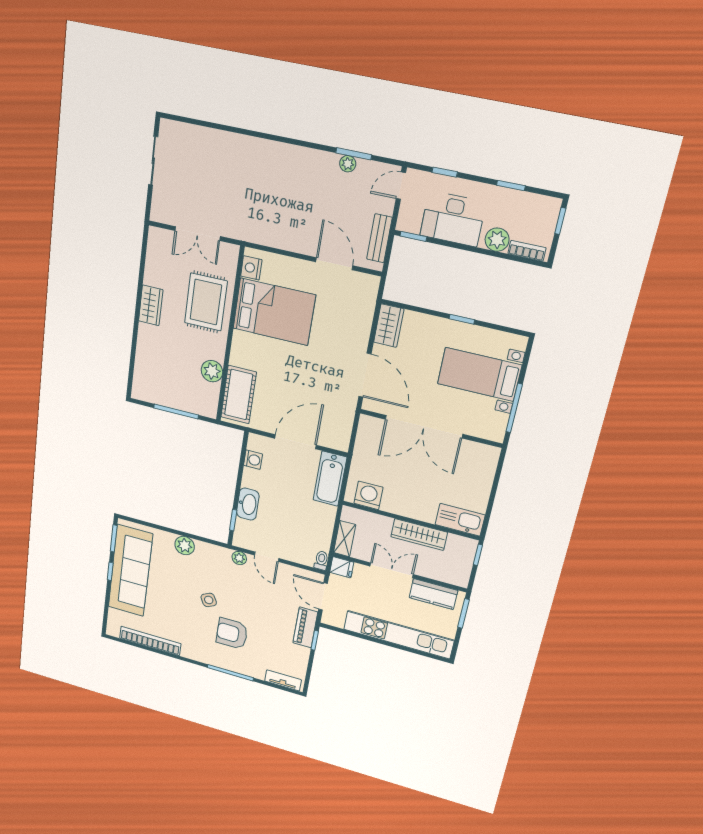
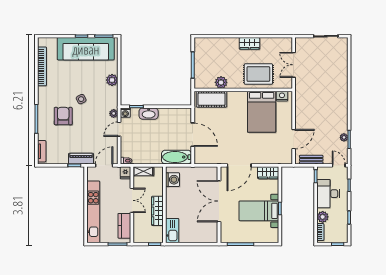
bed with nightstands: (479, 374) -> (259, 211), moved, turned -90
washing machine: (253, 460) -> (125, 113), moved

